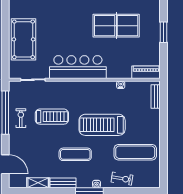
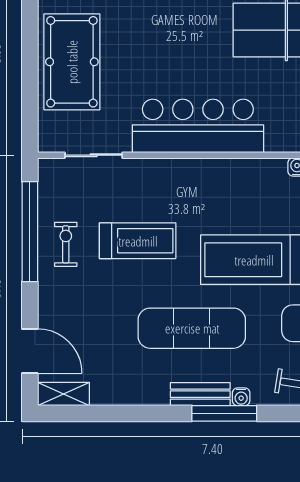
exercise mat: (75, 154) -> (192, 328), width x1.36, depth x1.45
shelving: (38, 183) -> (63, 394), moved
bench: (63, 183) -> (200, 394), moved

